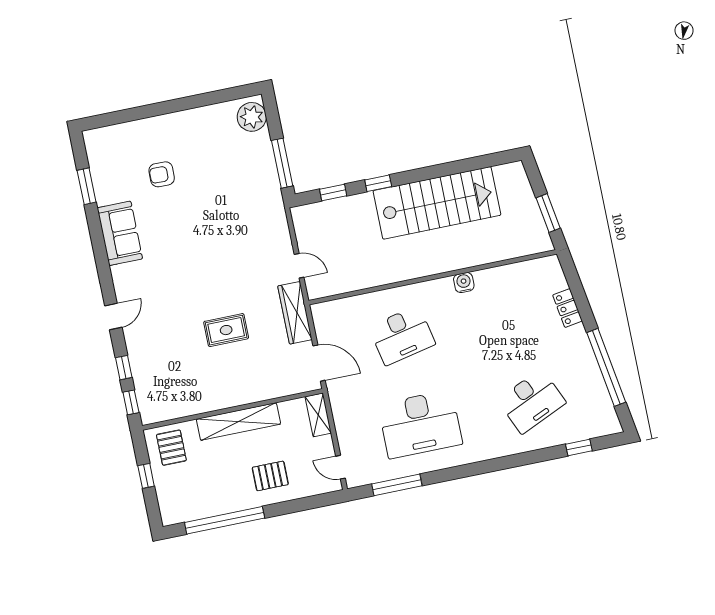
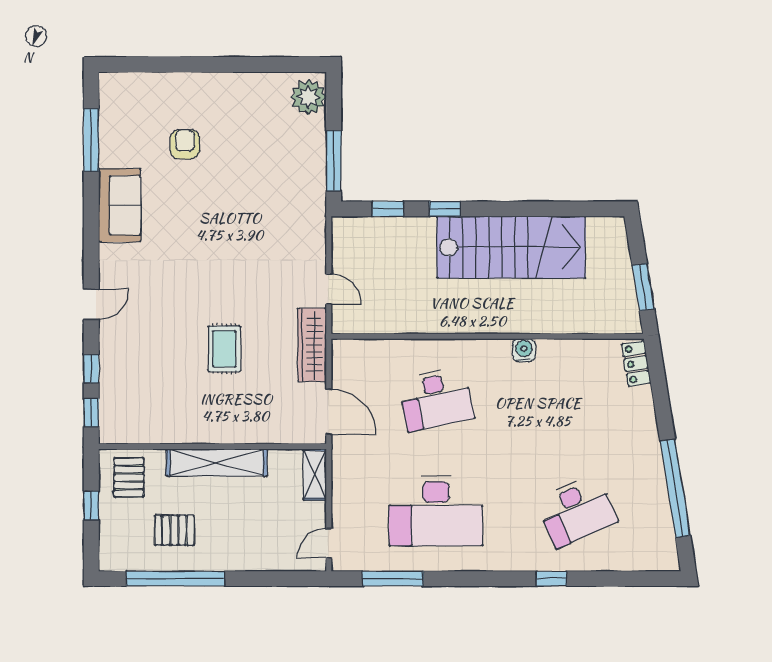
armchair: (162, 174) -> (185, 144), turned 89
window: (87, 186) -> (91, 140), width x1.44
locker: (567, 308) -> (636, 364), moved
rug: (226, 330) -> (224, 349), turned 90
window: (579, 448) -> (551, 579), moved
door: (340, 467) -> (329, 543), hinge flipped
pallet: (270, 476) -> (174, 530), moved

